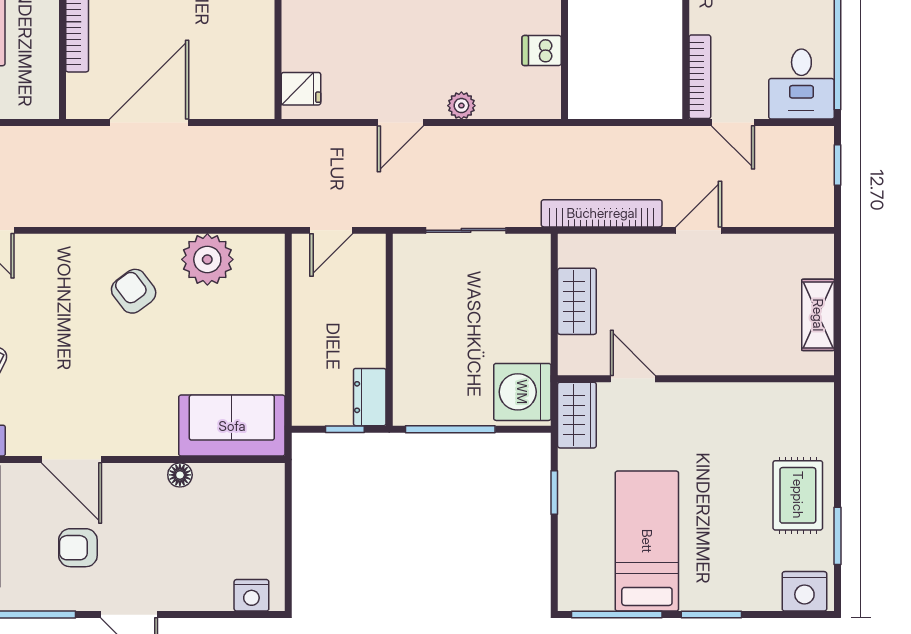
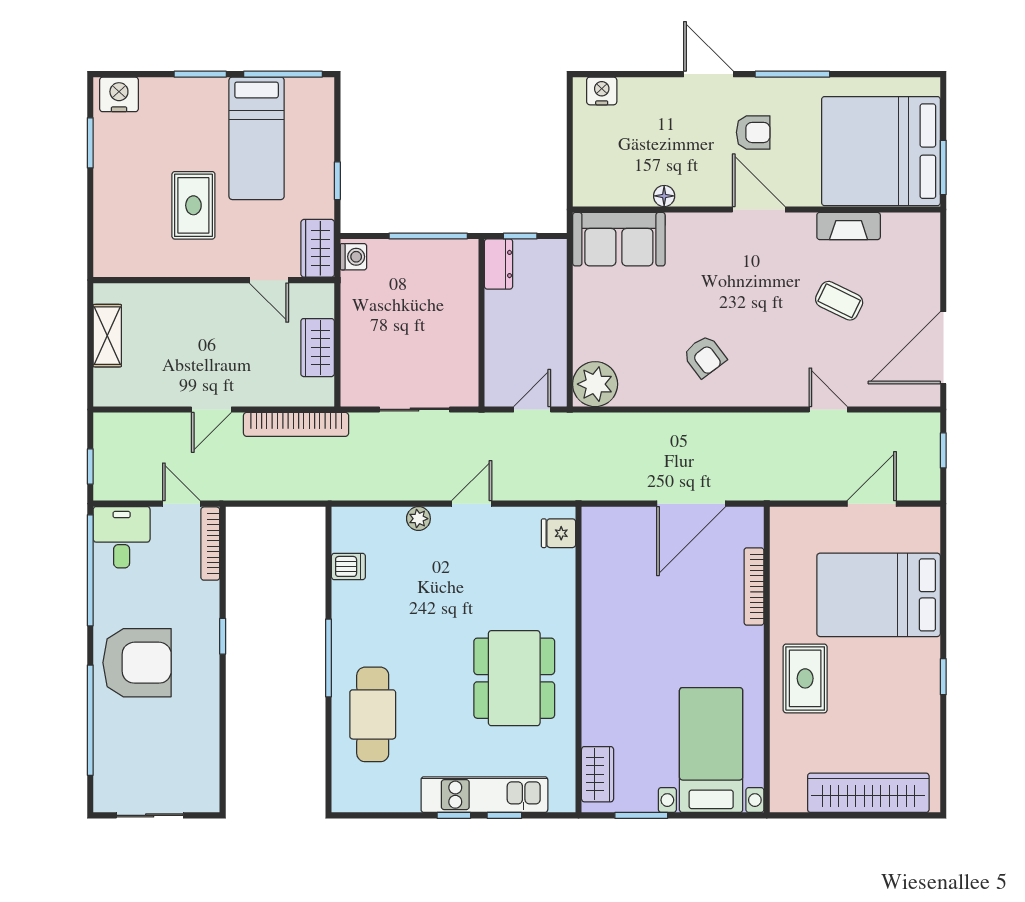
plant: (207, 259) -> (595, 384), moved
washing machine: (522, 392) -> (353, 257), width x0.53, depth x0.53
rug: (798, 495) -> (193, 205), moved

